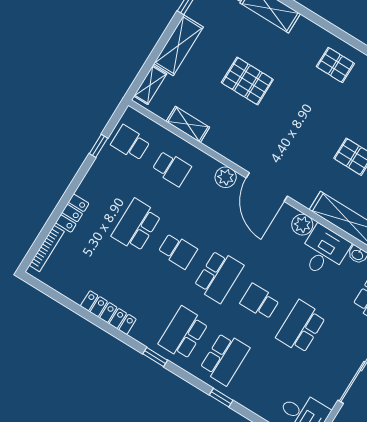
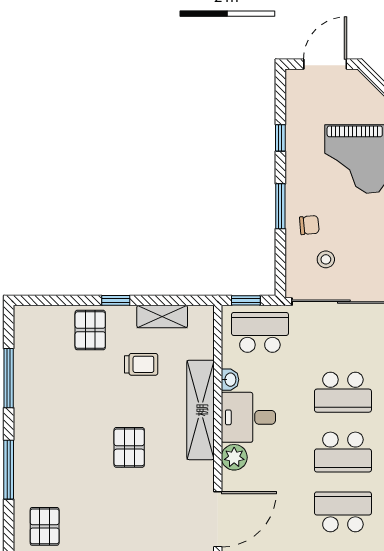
school desk: (260, 302) -> (343, 452), width x1.85

